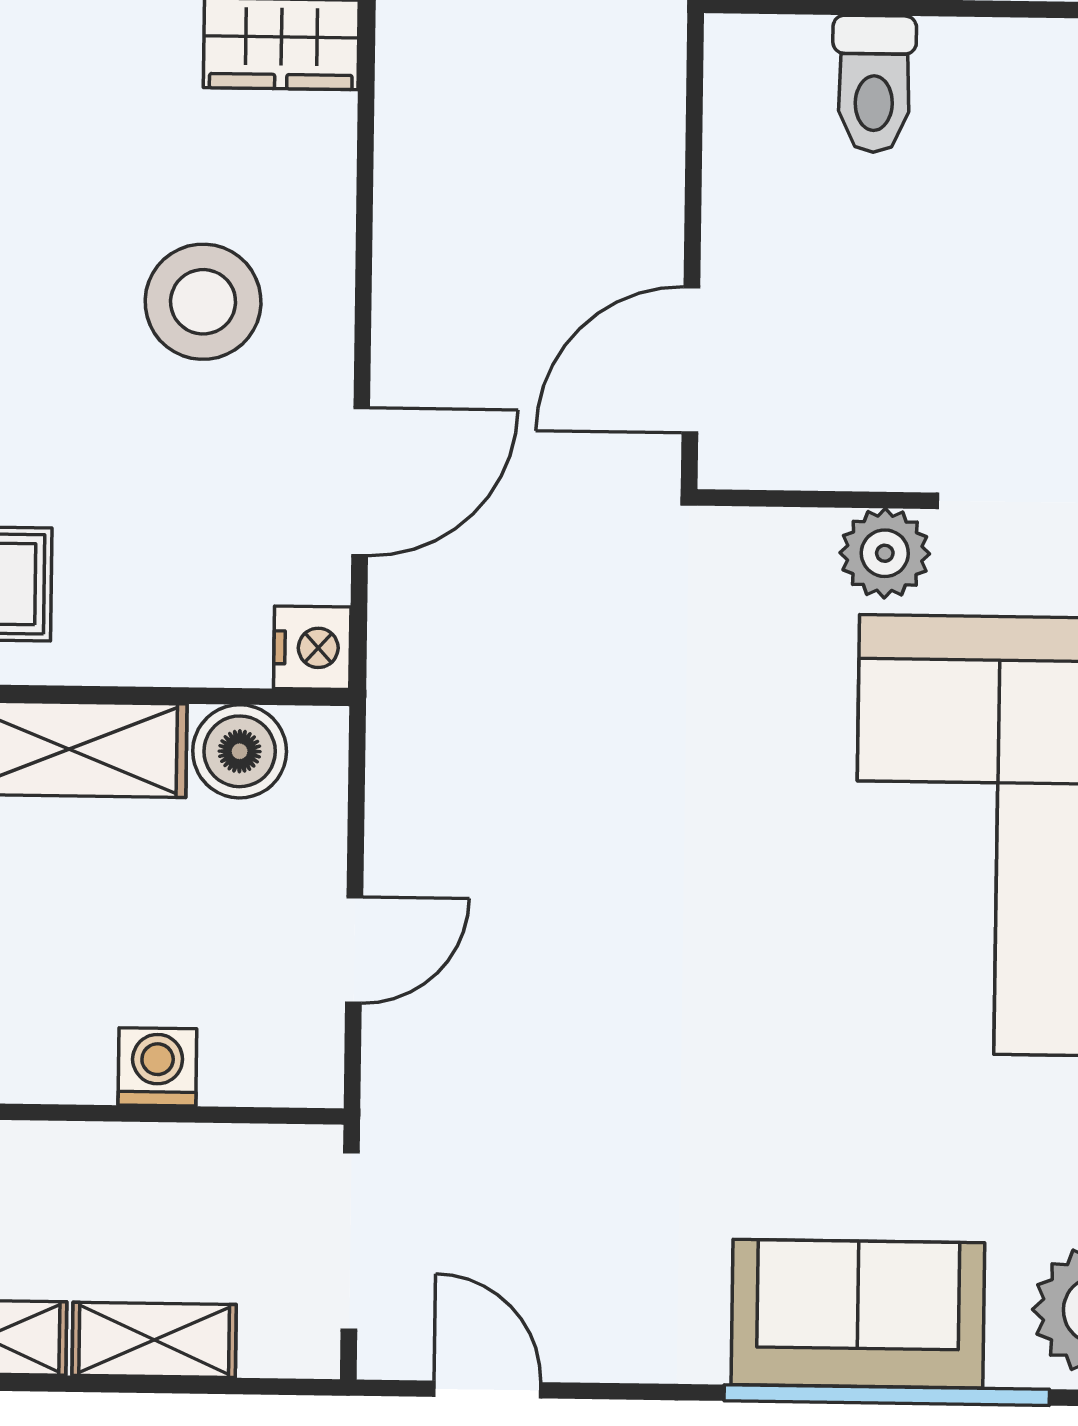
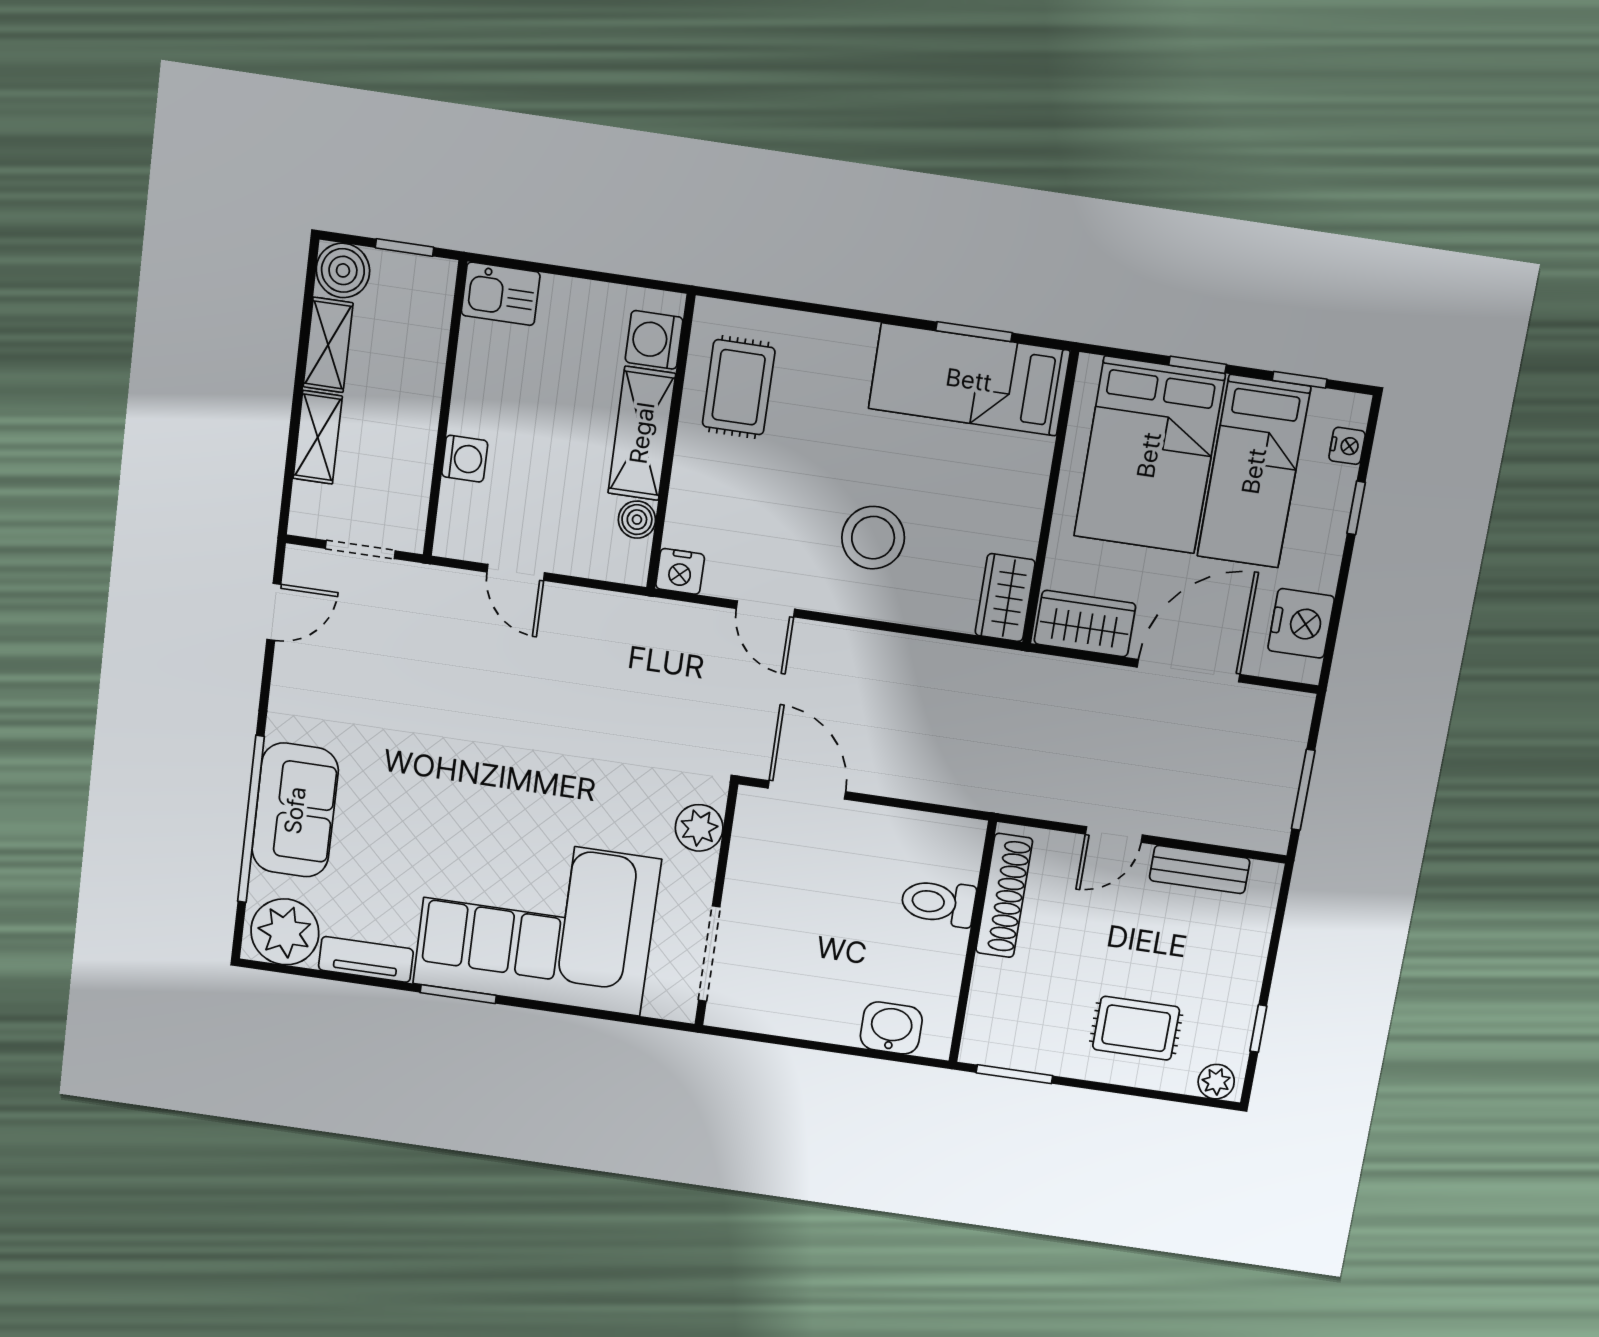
door: (361, 482) -> (765, 609), width x0.73
plant: (885, 553) -> (699, 828), moved
boiler: (240, 751) -> (637, 520), width x0.73, depth x0.73
doorway: (350, 1241) -> (360, 550), width x0.73

